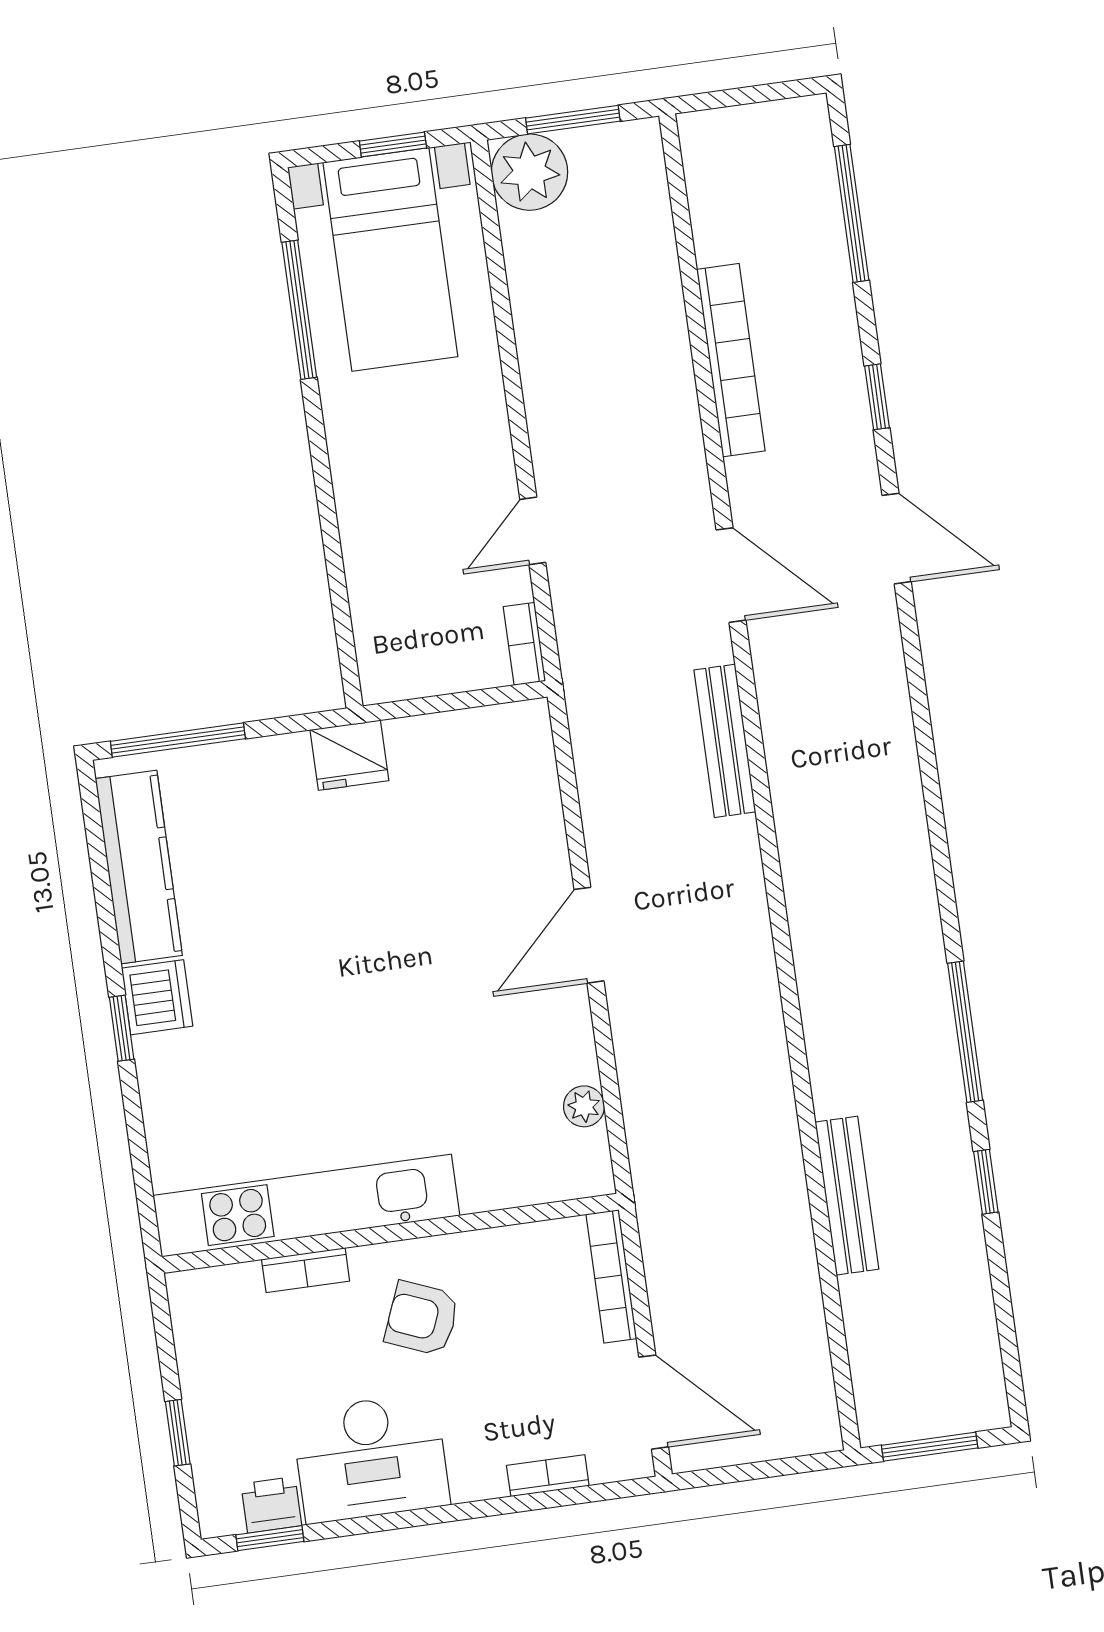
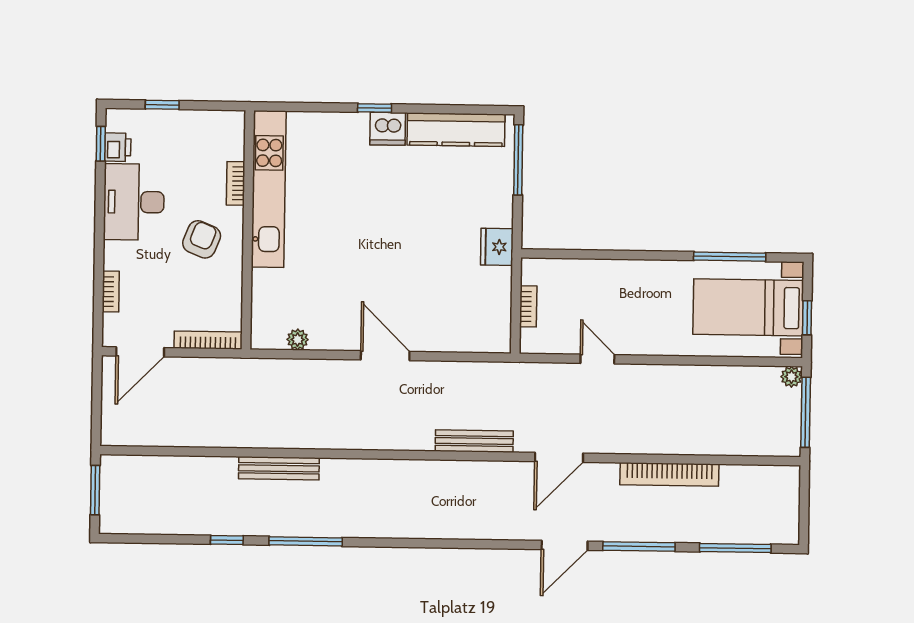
window: (573, 120) -> (806, 412), width x1.44
plant: (530, 172) -> (791, 377), width x0.53, depth x0.53
window: (877, 397) -> (639, 547), width x2.17
bookcase: (524, 644) -> (528, 306), moved, turned 90
bench: (847, 1196) -> (279, 468), moved

